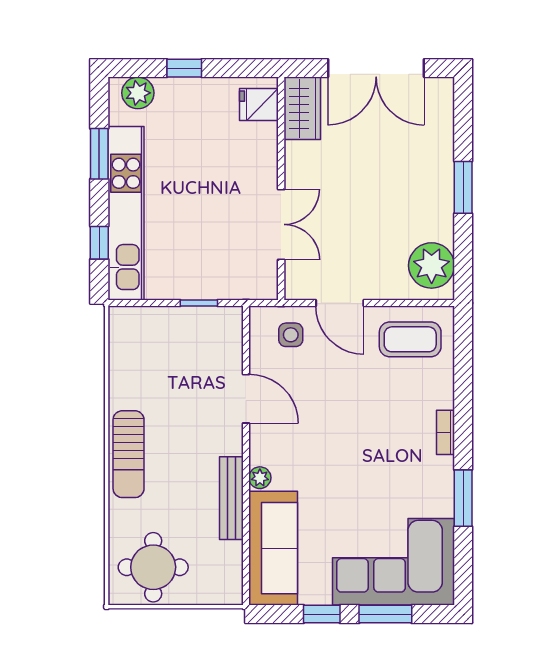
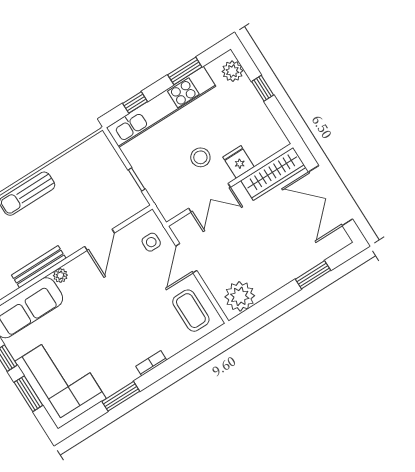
fridge: (259, 105) -> (239, 162), moved
wardrobe: (302, 108) -> (273, 174), width x1.50
window: (463, 187) -> (313, 275), moved
stool: (222, 203) -> (200, 157), added

